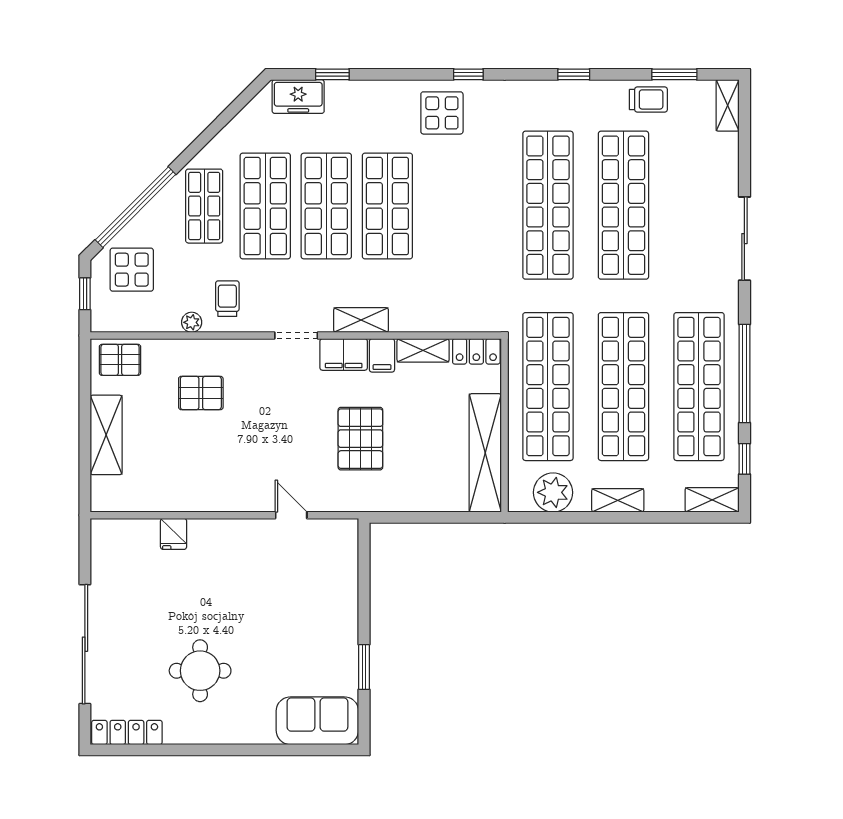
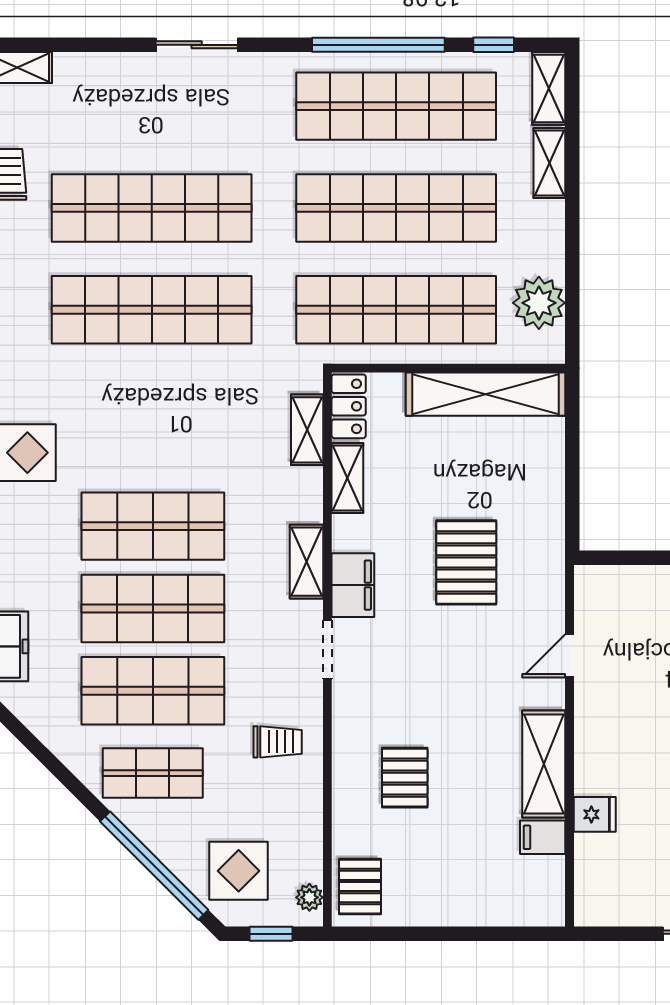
sliding door: (744, 239) -> (197, 45), width x0.73
trolley: (227, 299) -> (278, 742), turned 180
shelving: (459, 321) -> (307, 430), added
plant: (192, 322) -> (309, 897), moved
filing cabinet: (382, 355) -> (543, 837), moved, turned 180
shelving: (106, 435) -> (544, 764), moved, turned 90
pallet: (360, 439) -> (466, 562), turned 90
shelving: (618, 500) -> (549, 163), moved

